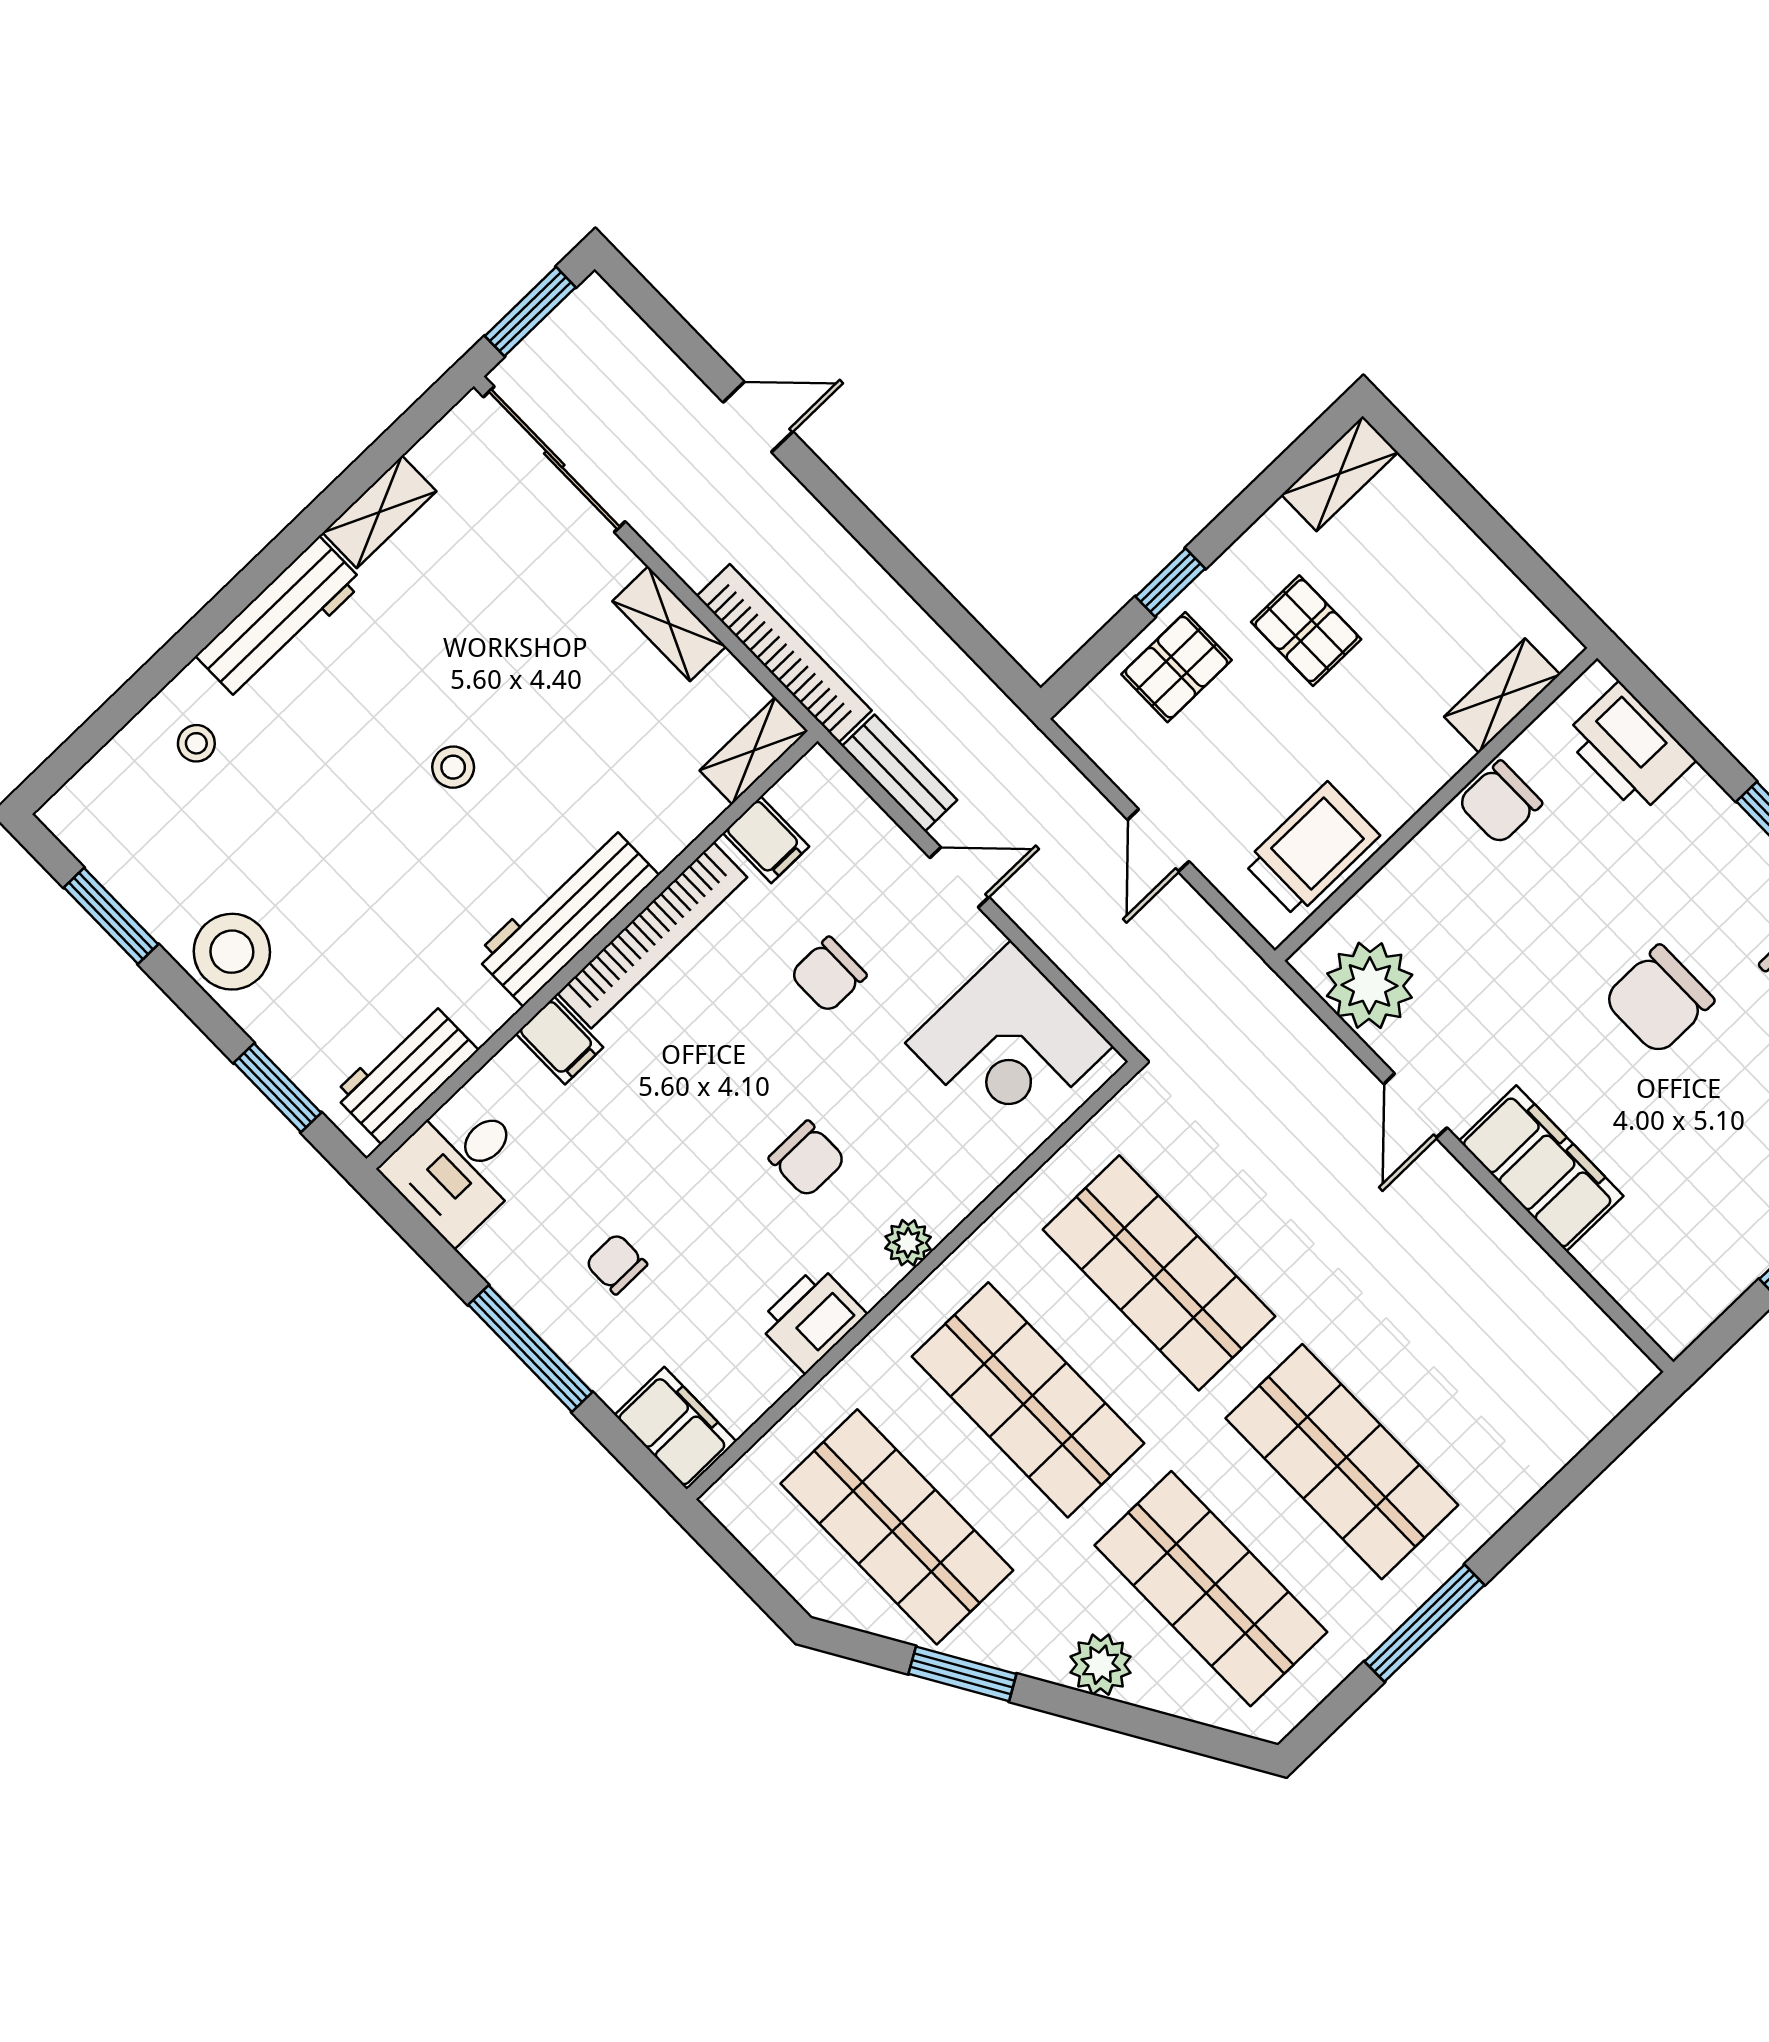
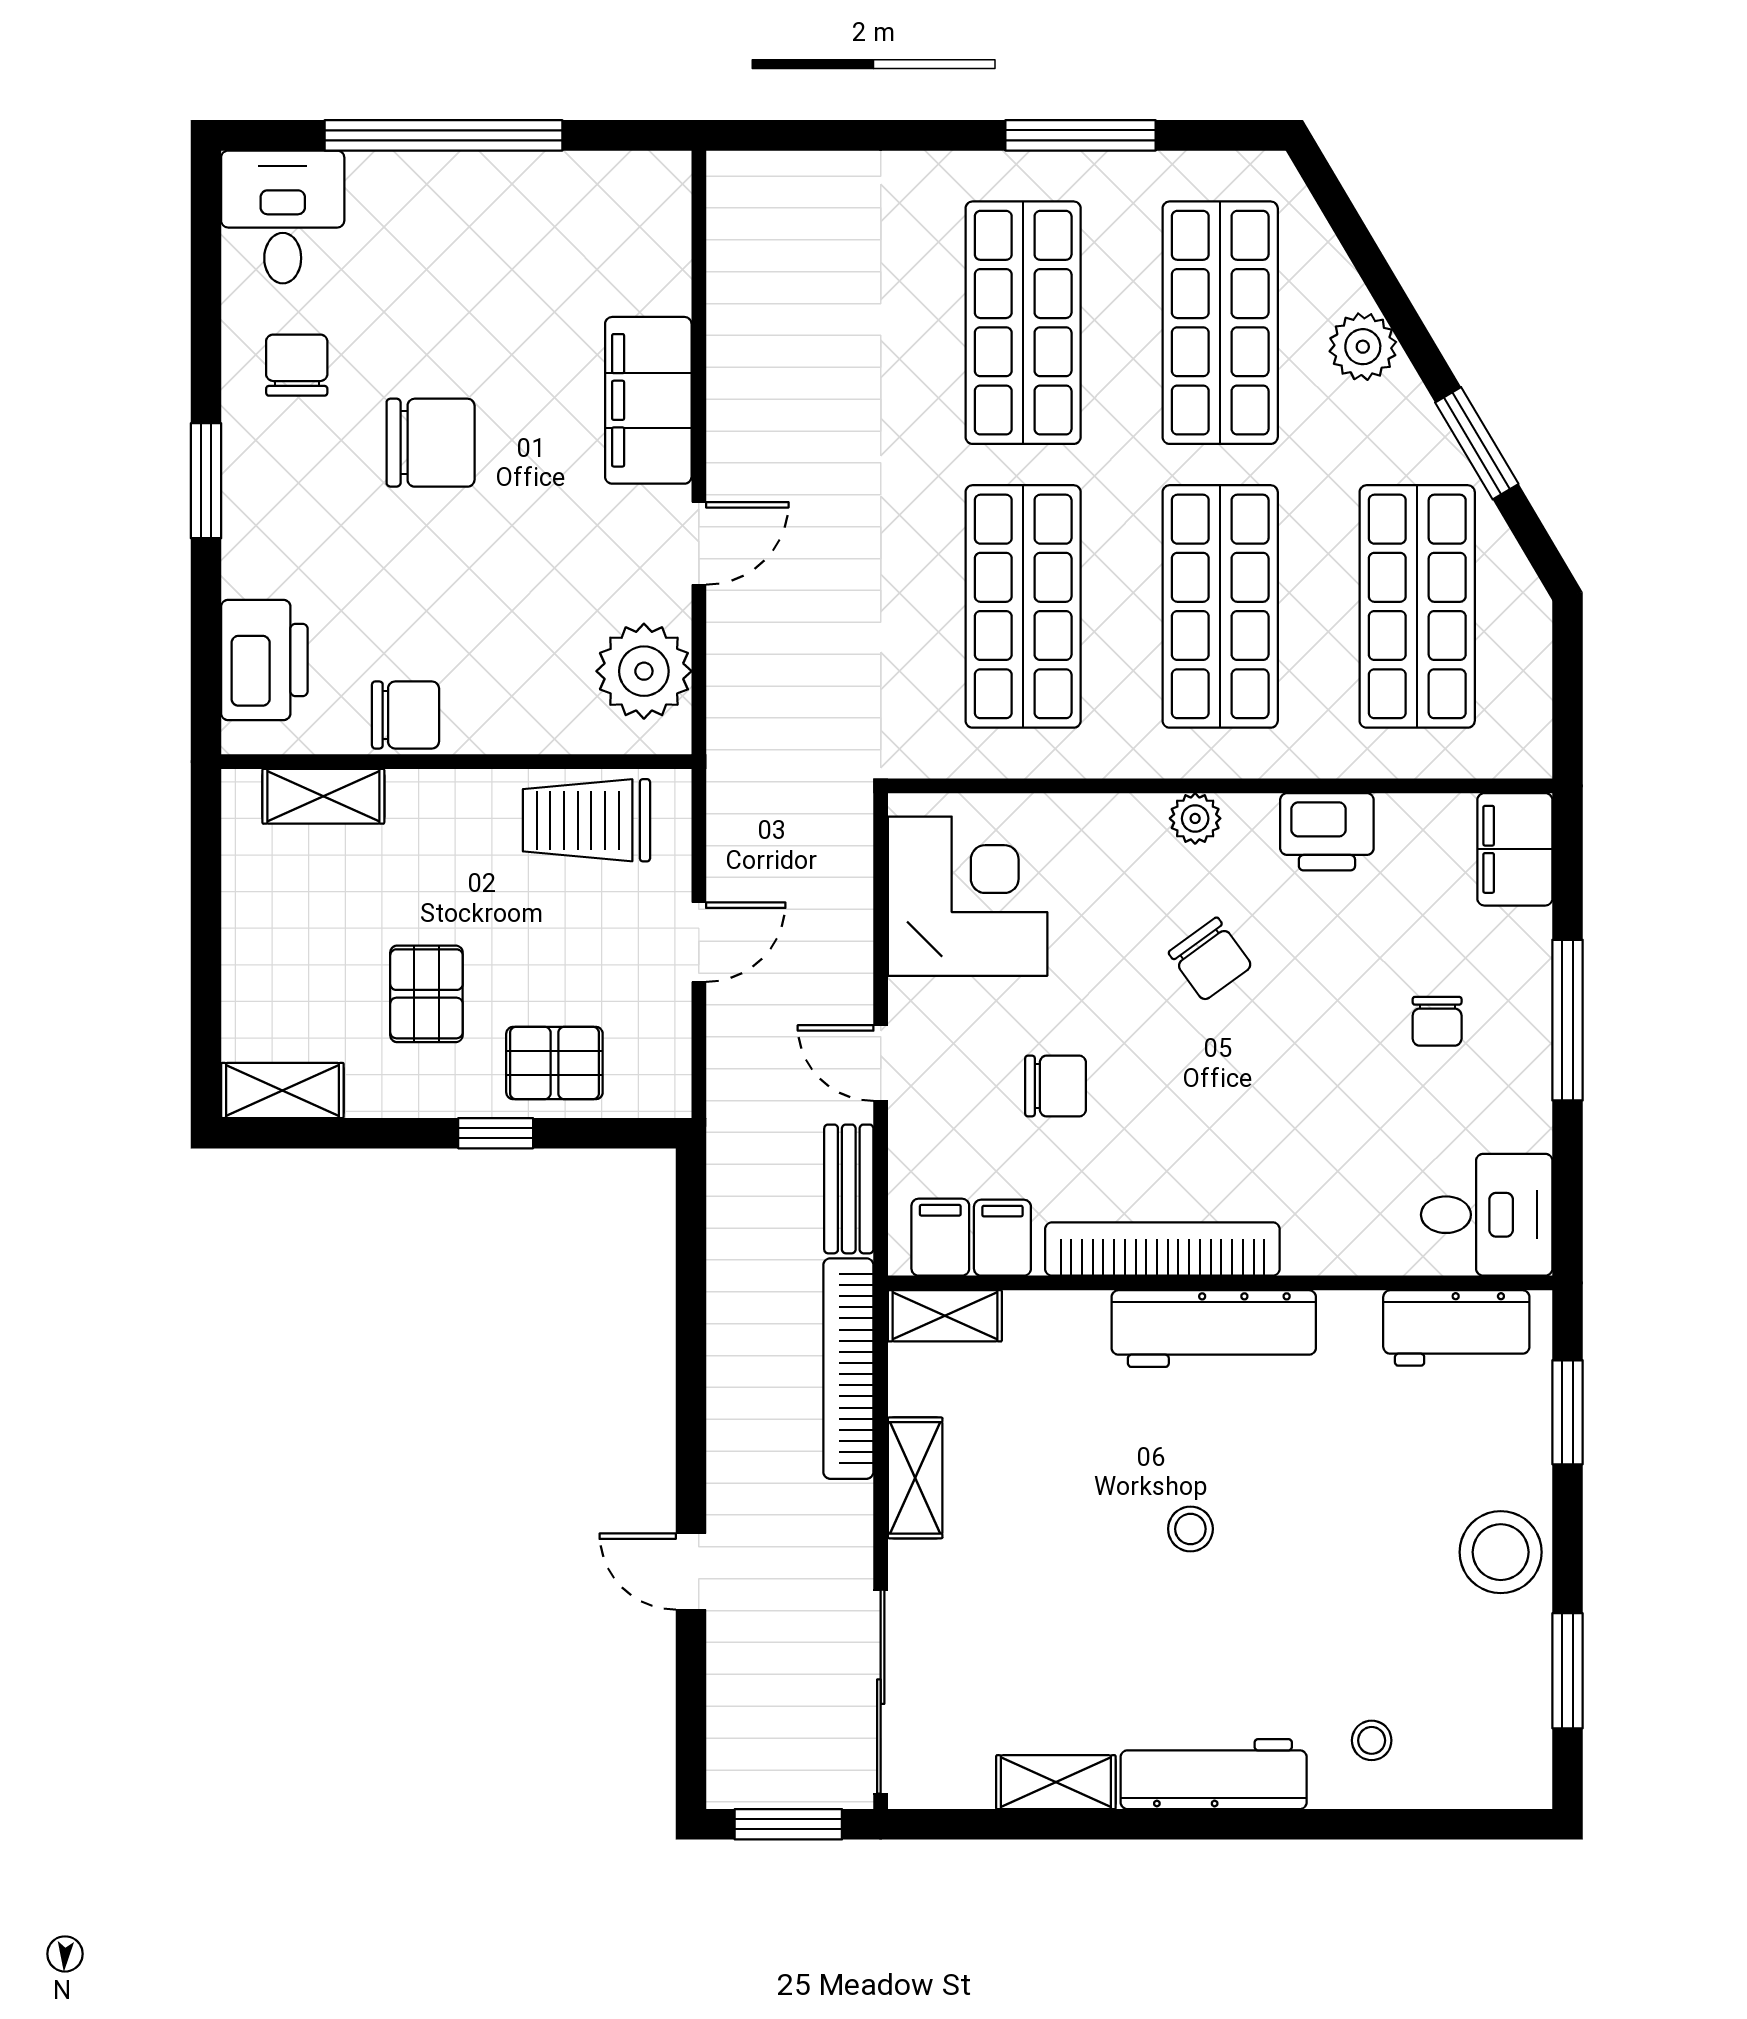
filing cabinet: (559, 1040) -> (940, 1237), moved
chair: (807, 1159) -> (1210, 959), turned 144

